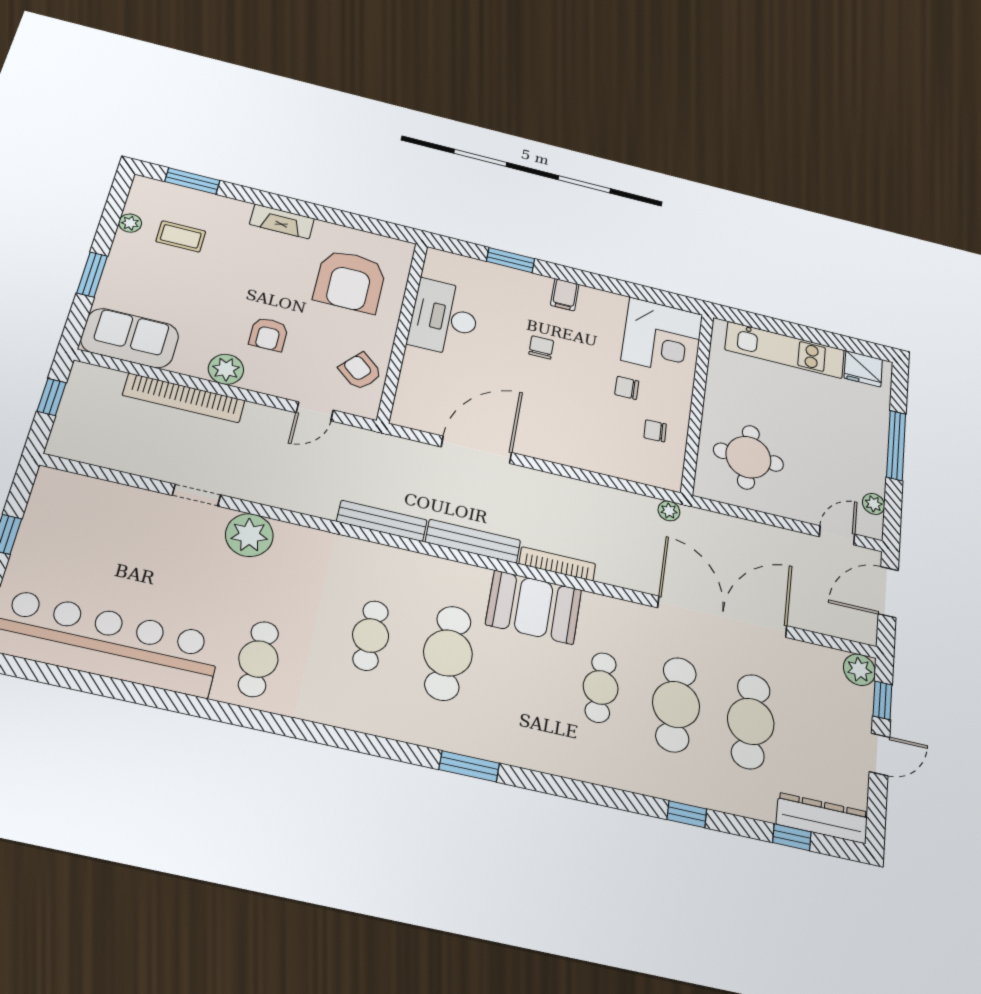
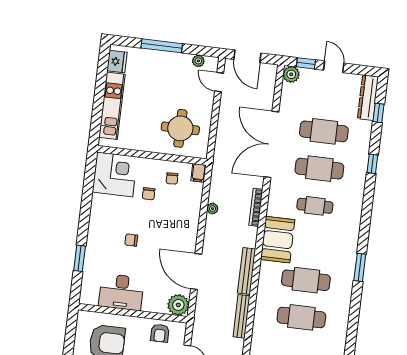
filing cabinet: (565, 295) -> (198, 173), moved, turned 90
armchair: (360, 371) -> (160, 333), turned -41
plant: (413, 410) -> (178, 305), added
plant: (669, 511) -> (212, 209), moved
bookcase: (557, 564) -> (256, 207), moved
cafe table: (371, 635) -> (301, 317), width x1.37, depth x1.35

